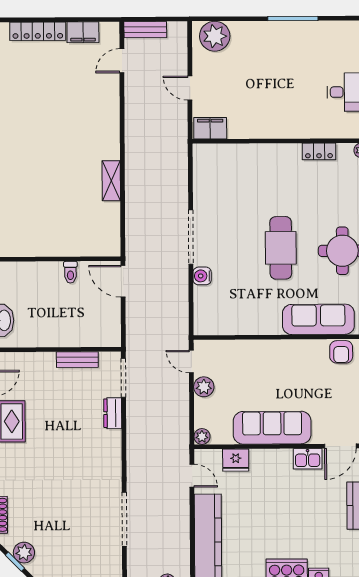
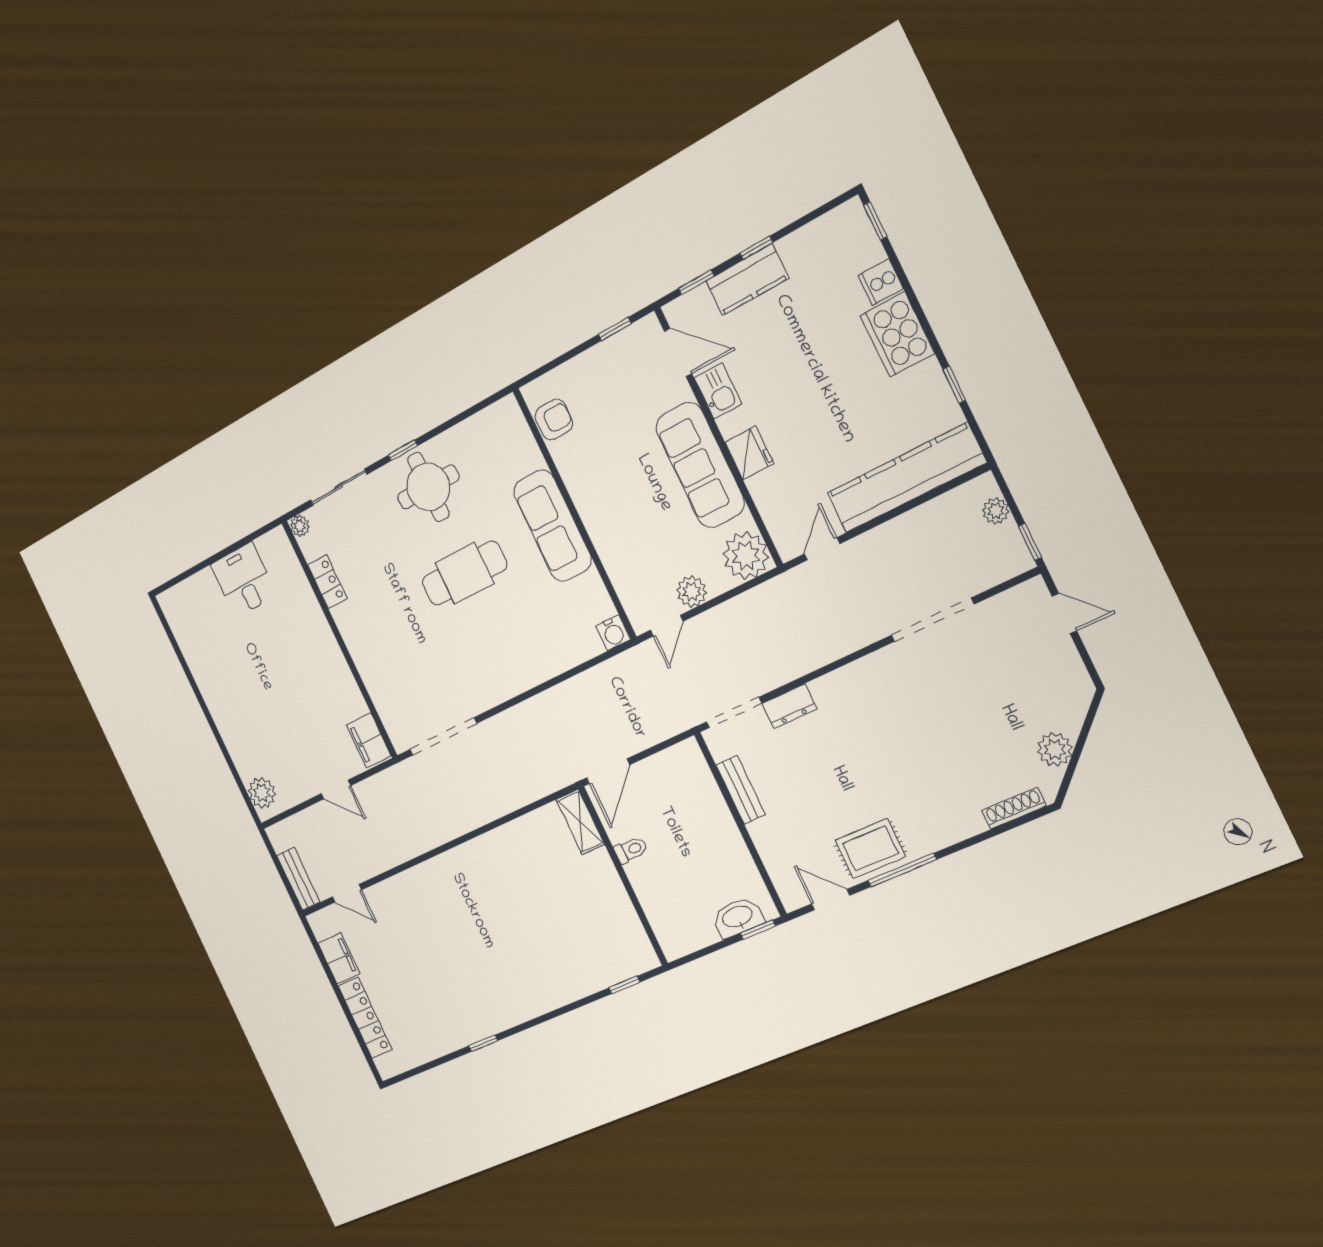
window: (293, 18) -> (198, 694), removed
plant: (215, 36) -> (262, 793), width x0.73, depth x0.73
door: (190, 88) -> (336, 790), hinge flipped
shelving: (111, 181) -> (580, 822), moved, turned 90
doorway: (191, 237) -> (443, 736), moved
water cooler: (202, 276) -> (613, 633), moved
sofa: (318, 319) -> (552, 526), moved
plant: (202, 437) -> (746, 556), width x1.88, depth x1.88
fridge: (236, 460) -> (749, 453), moved
window: (15, 562) -> (1075, 758), removed

